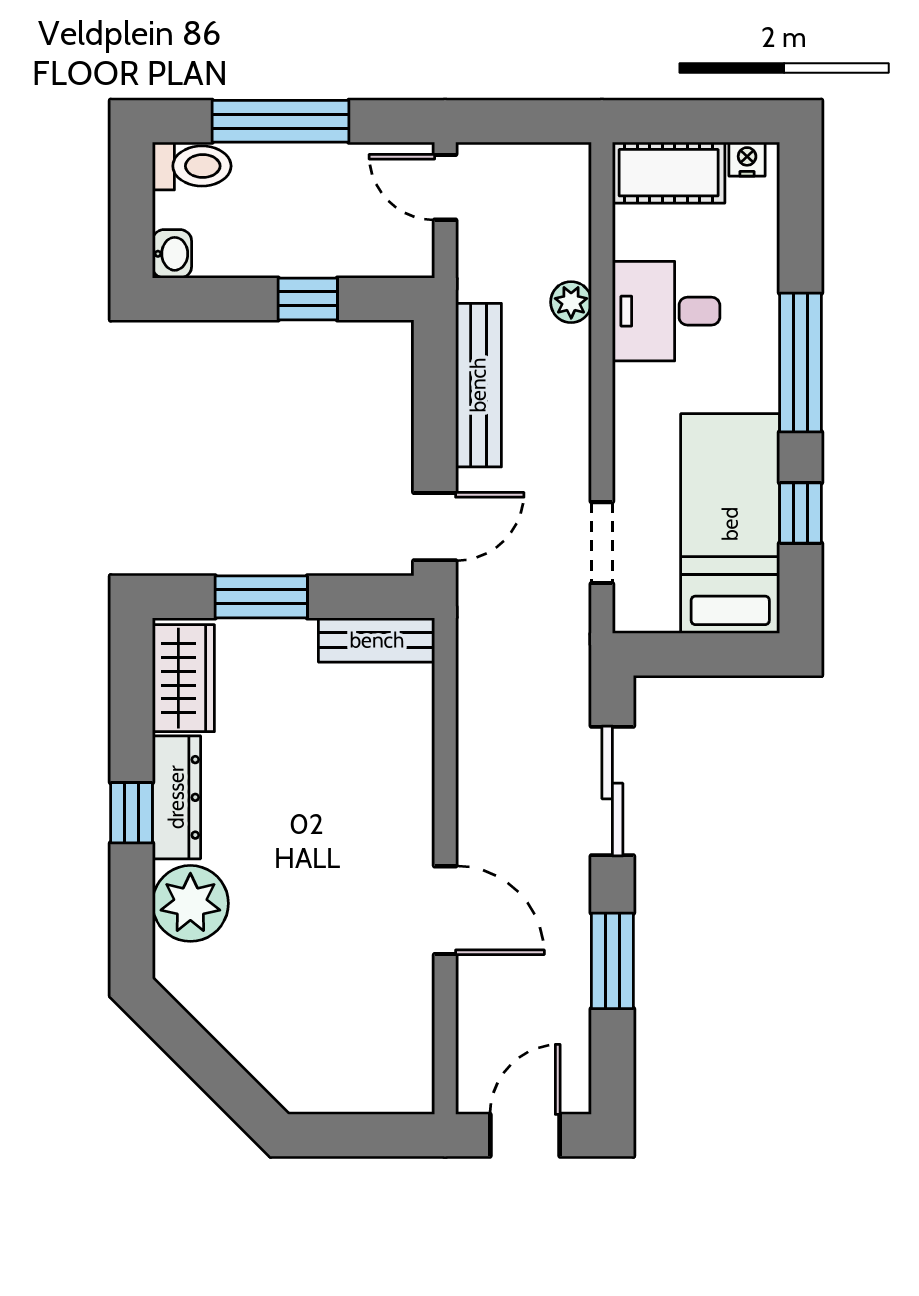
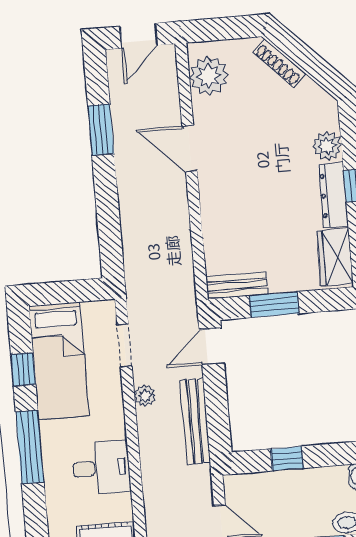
plant: (571, 302) -> (145, 396), moved
window: (261, 597) -> (274, 305), moved
sliding door: (612, 791) -> (108, 218), removed
plant: (190, 903) -> (327, 146), width x0.73, depth x0.73
plant: (397, 1047) -> (209, 76), added
shoe rack: (259, 1060) -> (279, 63), added

